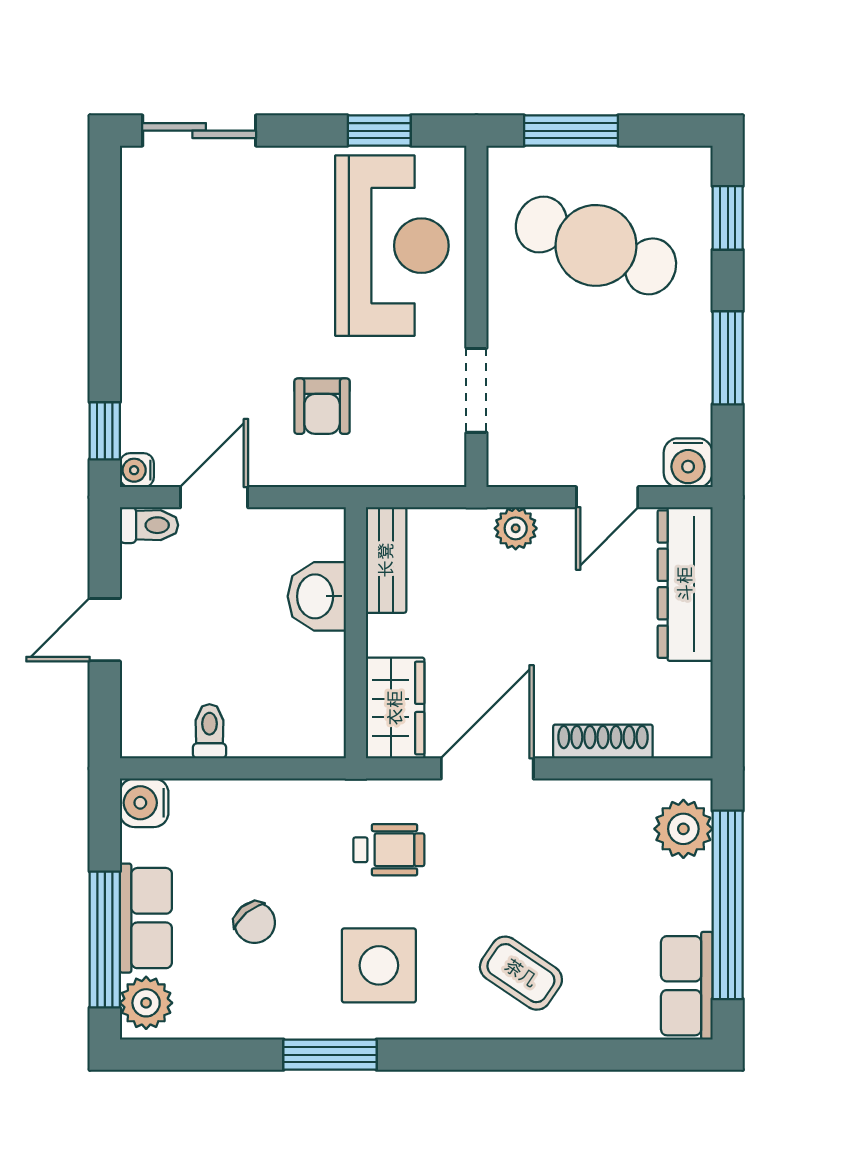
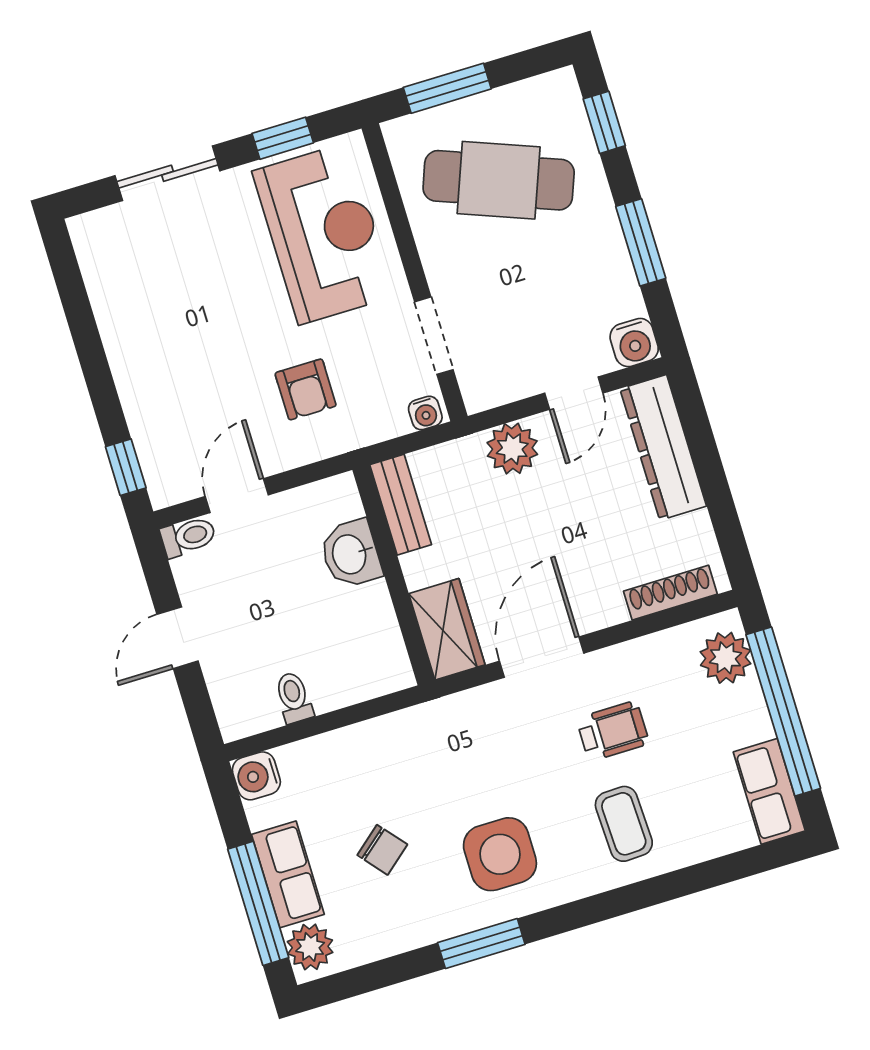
sliding door: (199, 131) -> (167, 173), moved
water cooler: (137, 470) -> (425, 413), moved, turned -90
plant: (516, 528) -> (512, 449), width x1.38, depth x1.38
shoe rack: (603, 741) -> (670, 593), moved
wheelchair: (389, 850) -> (613, 731), moved
coffee table: (521, 973) -> (624, 824), turned 54

